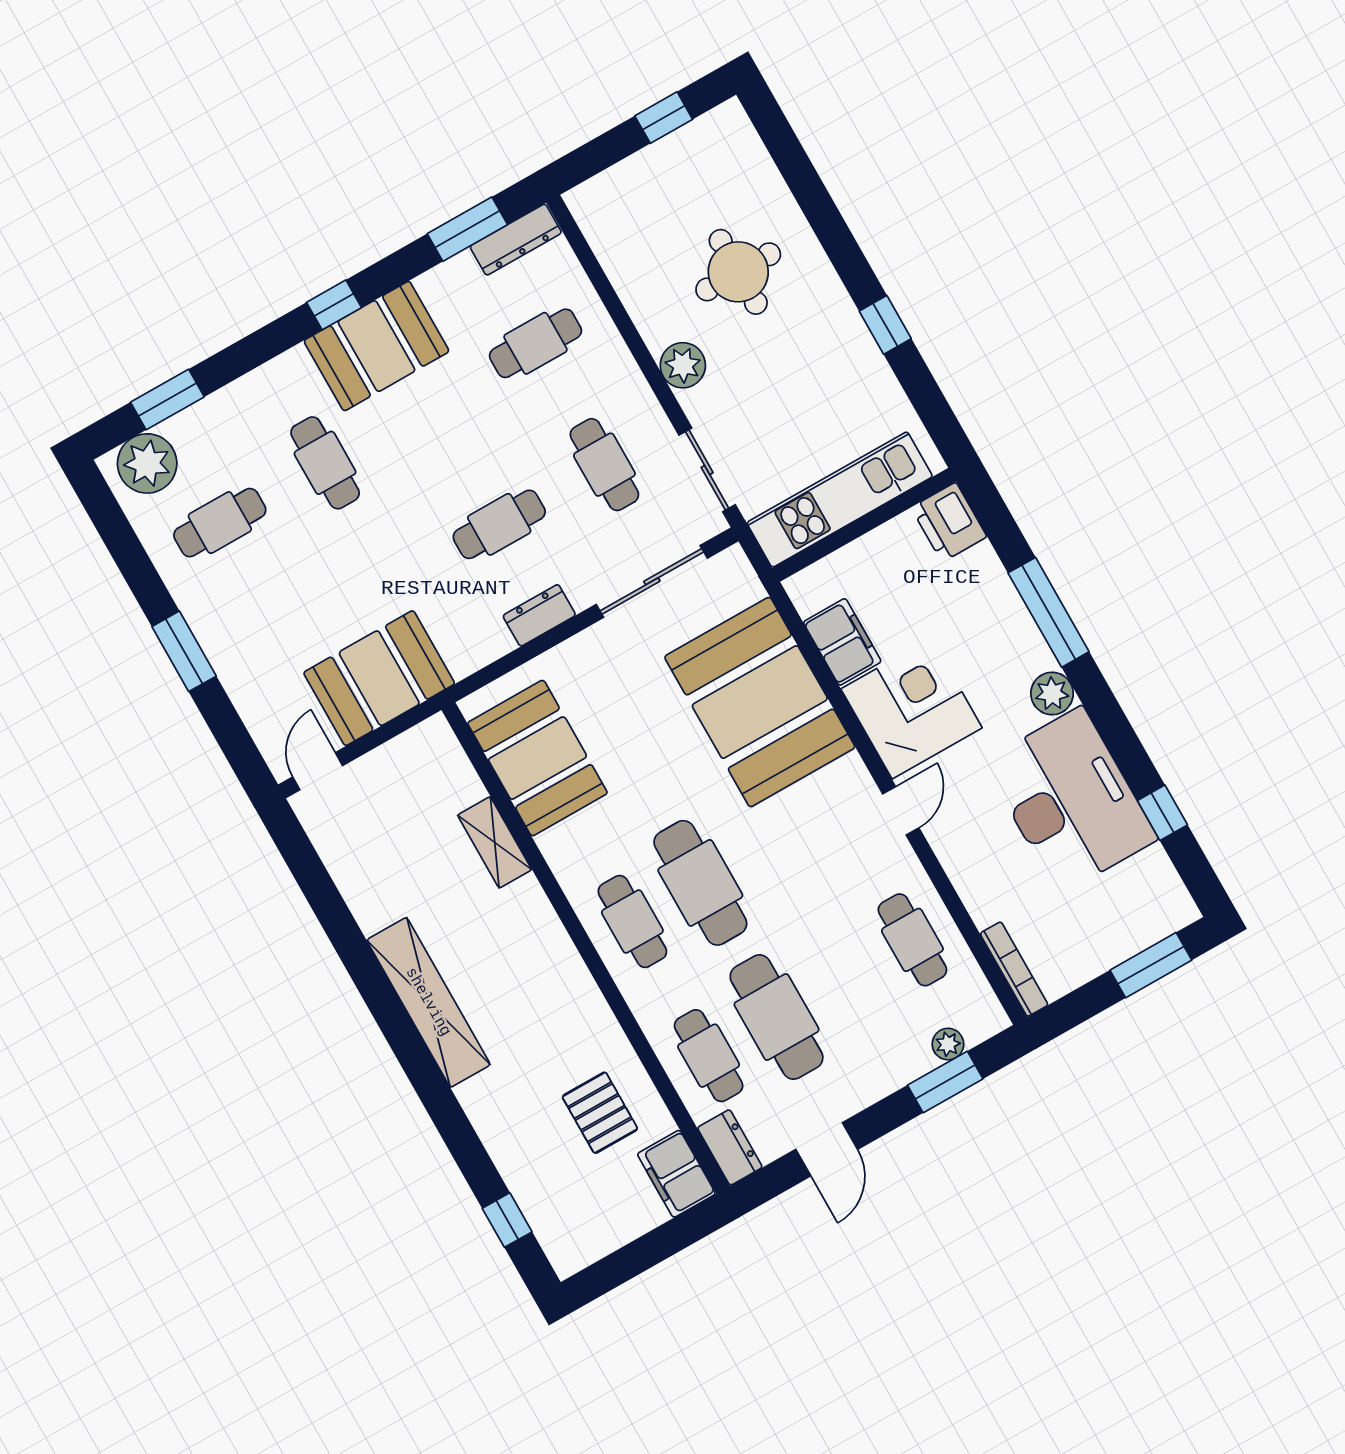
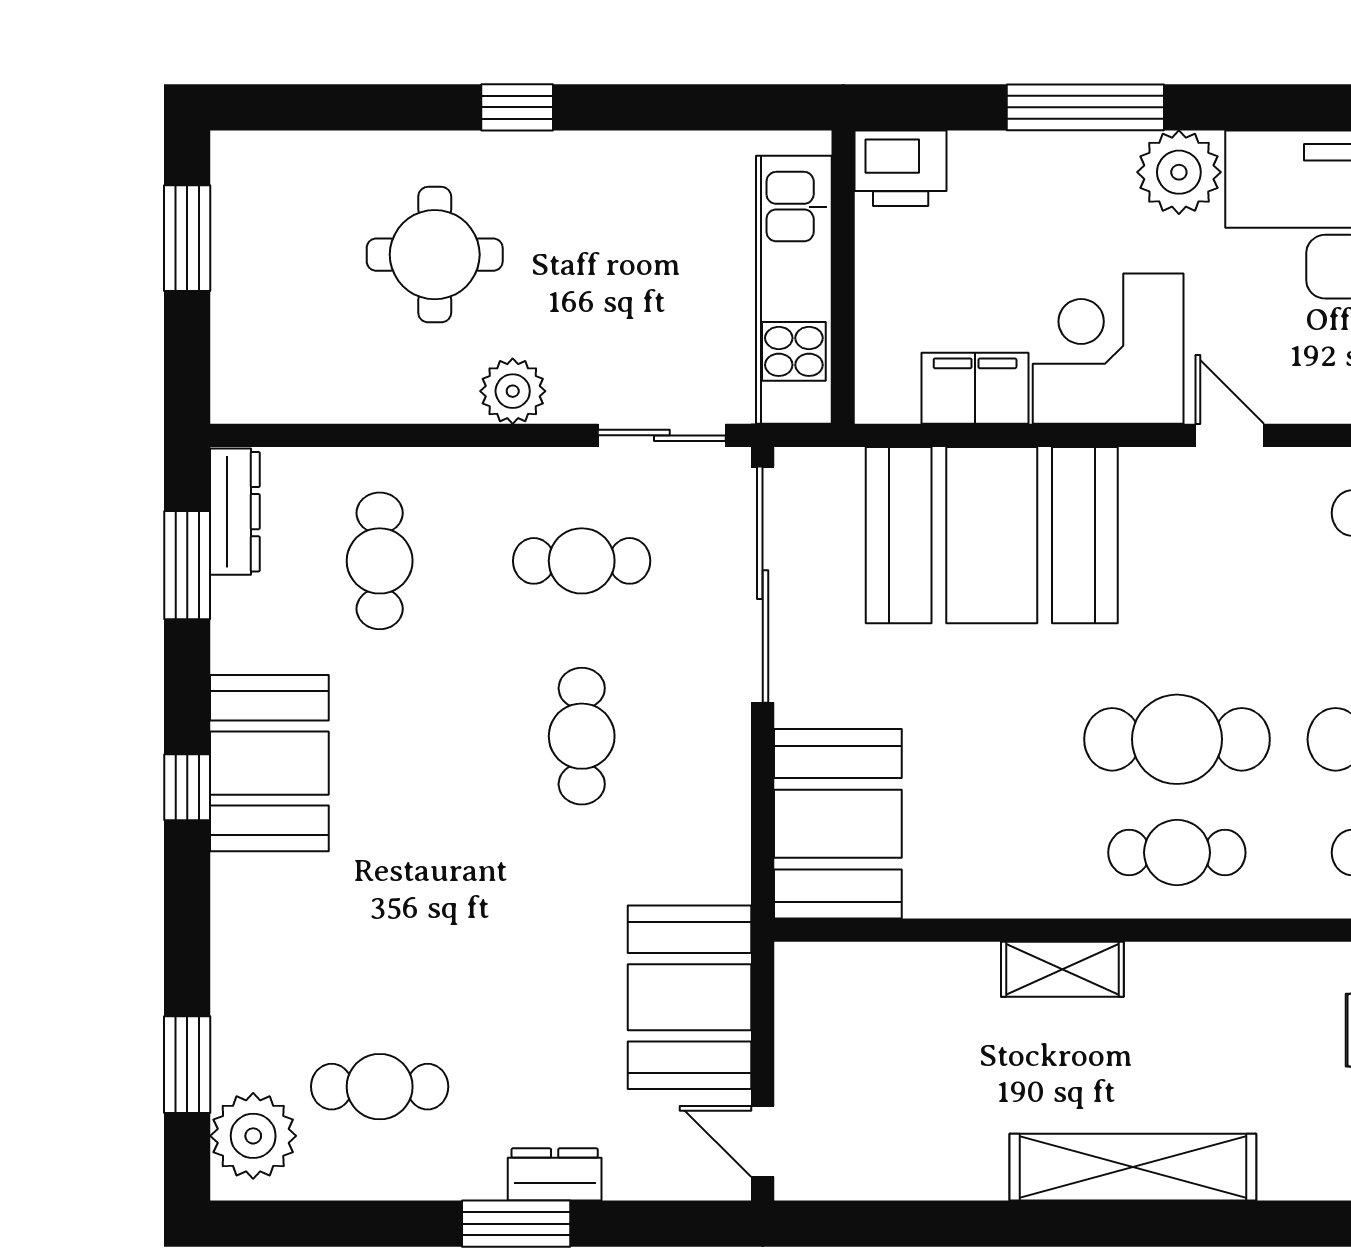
window: (664, 118) -> (187, 238), width x1.50
window: (885, 325) -> (517, 107), moved
cafe table: (325, 463) -> (380, 911), removed
cafe table: (220, 523) -> (380, 1087), turned 90
sliding door: (652, 581) -> (763, 585), width x1.36
dresser: (539, 615) -> (555, 1174), moved, turned 90
plant: (1052, 694) -> (1179, 172), width x1.36, depth x1.36
booth: (538, 758) -> (838, 824), moved, turned 90
shelving: (495, 842) -> (1062, 969), moved

